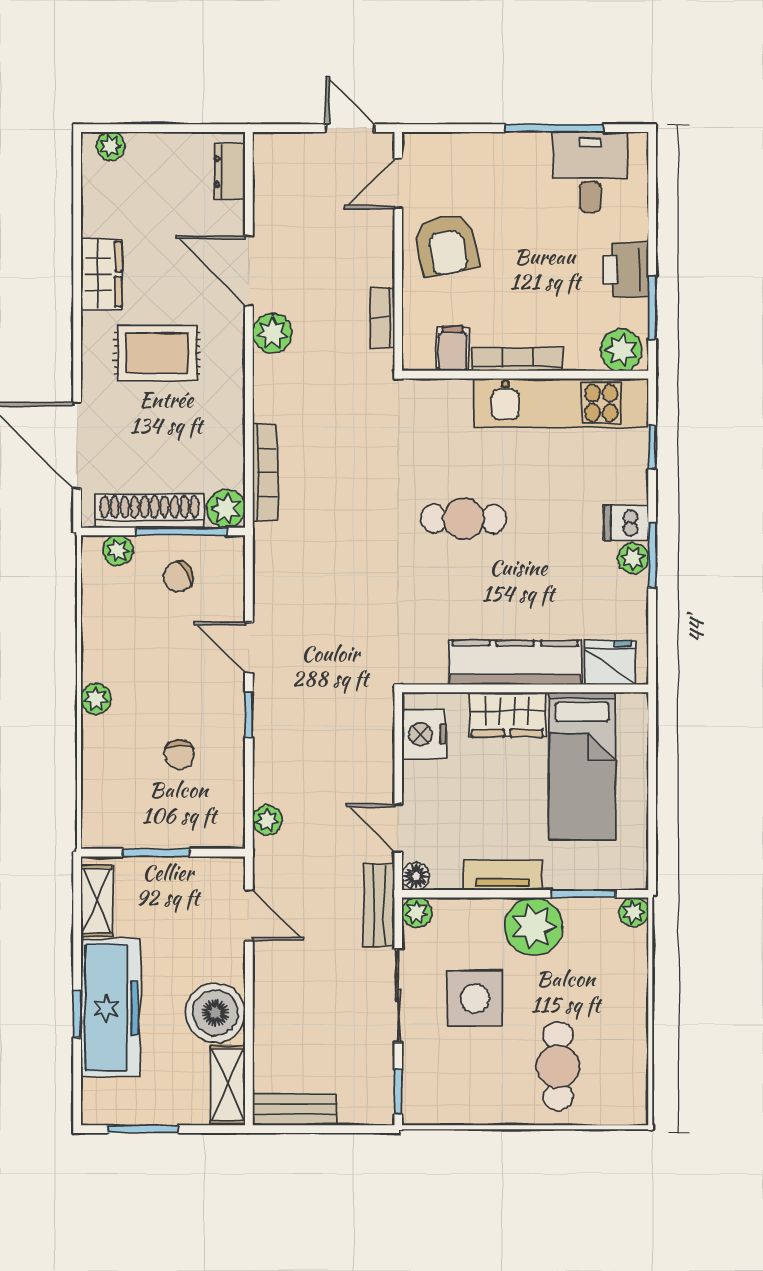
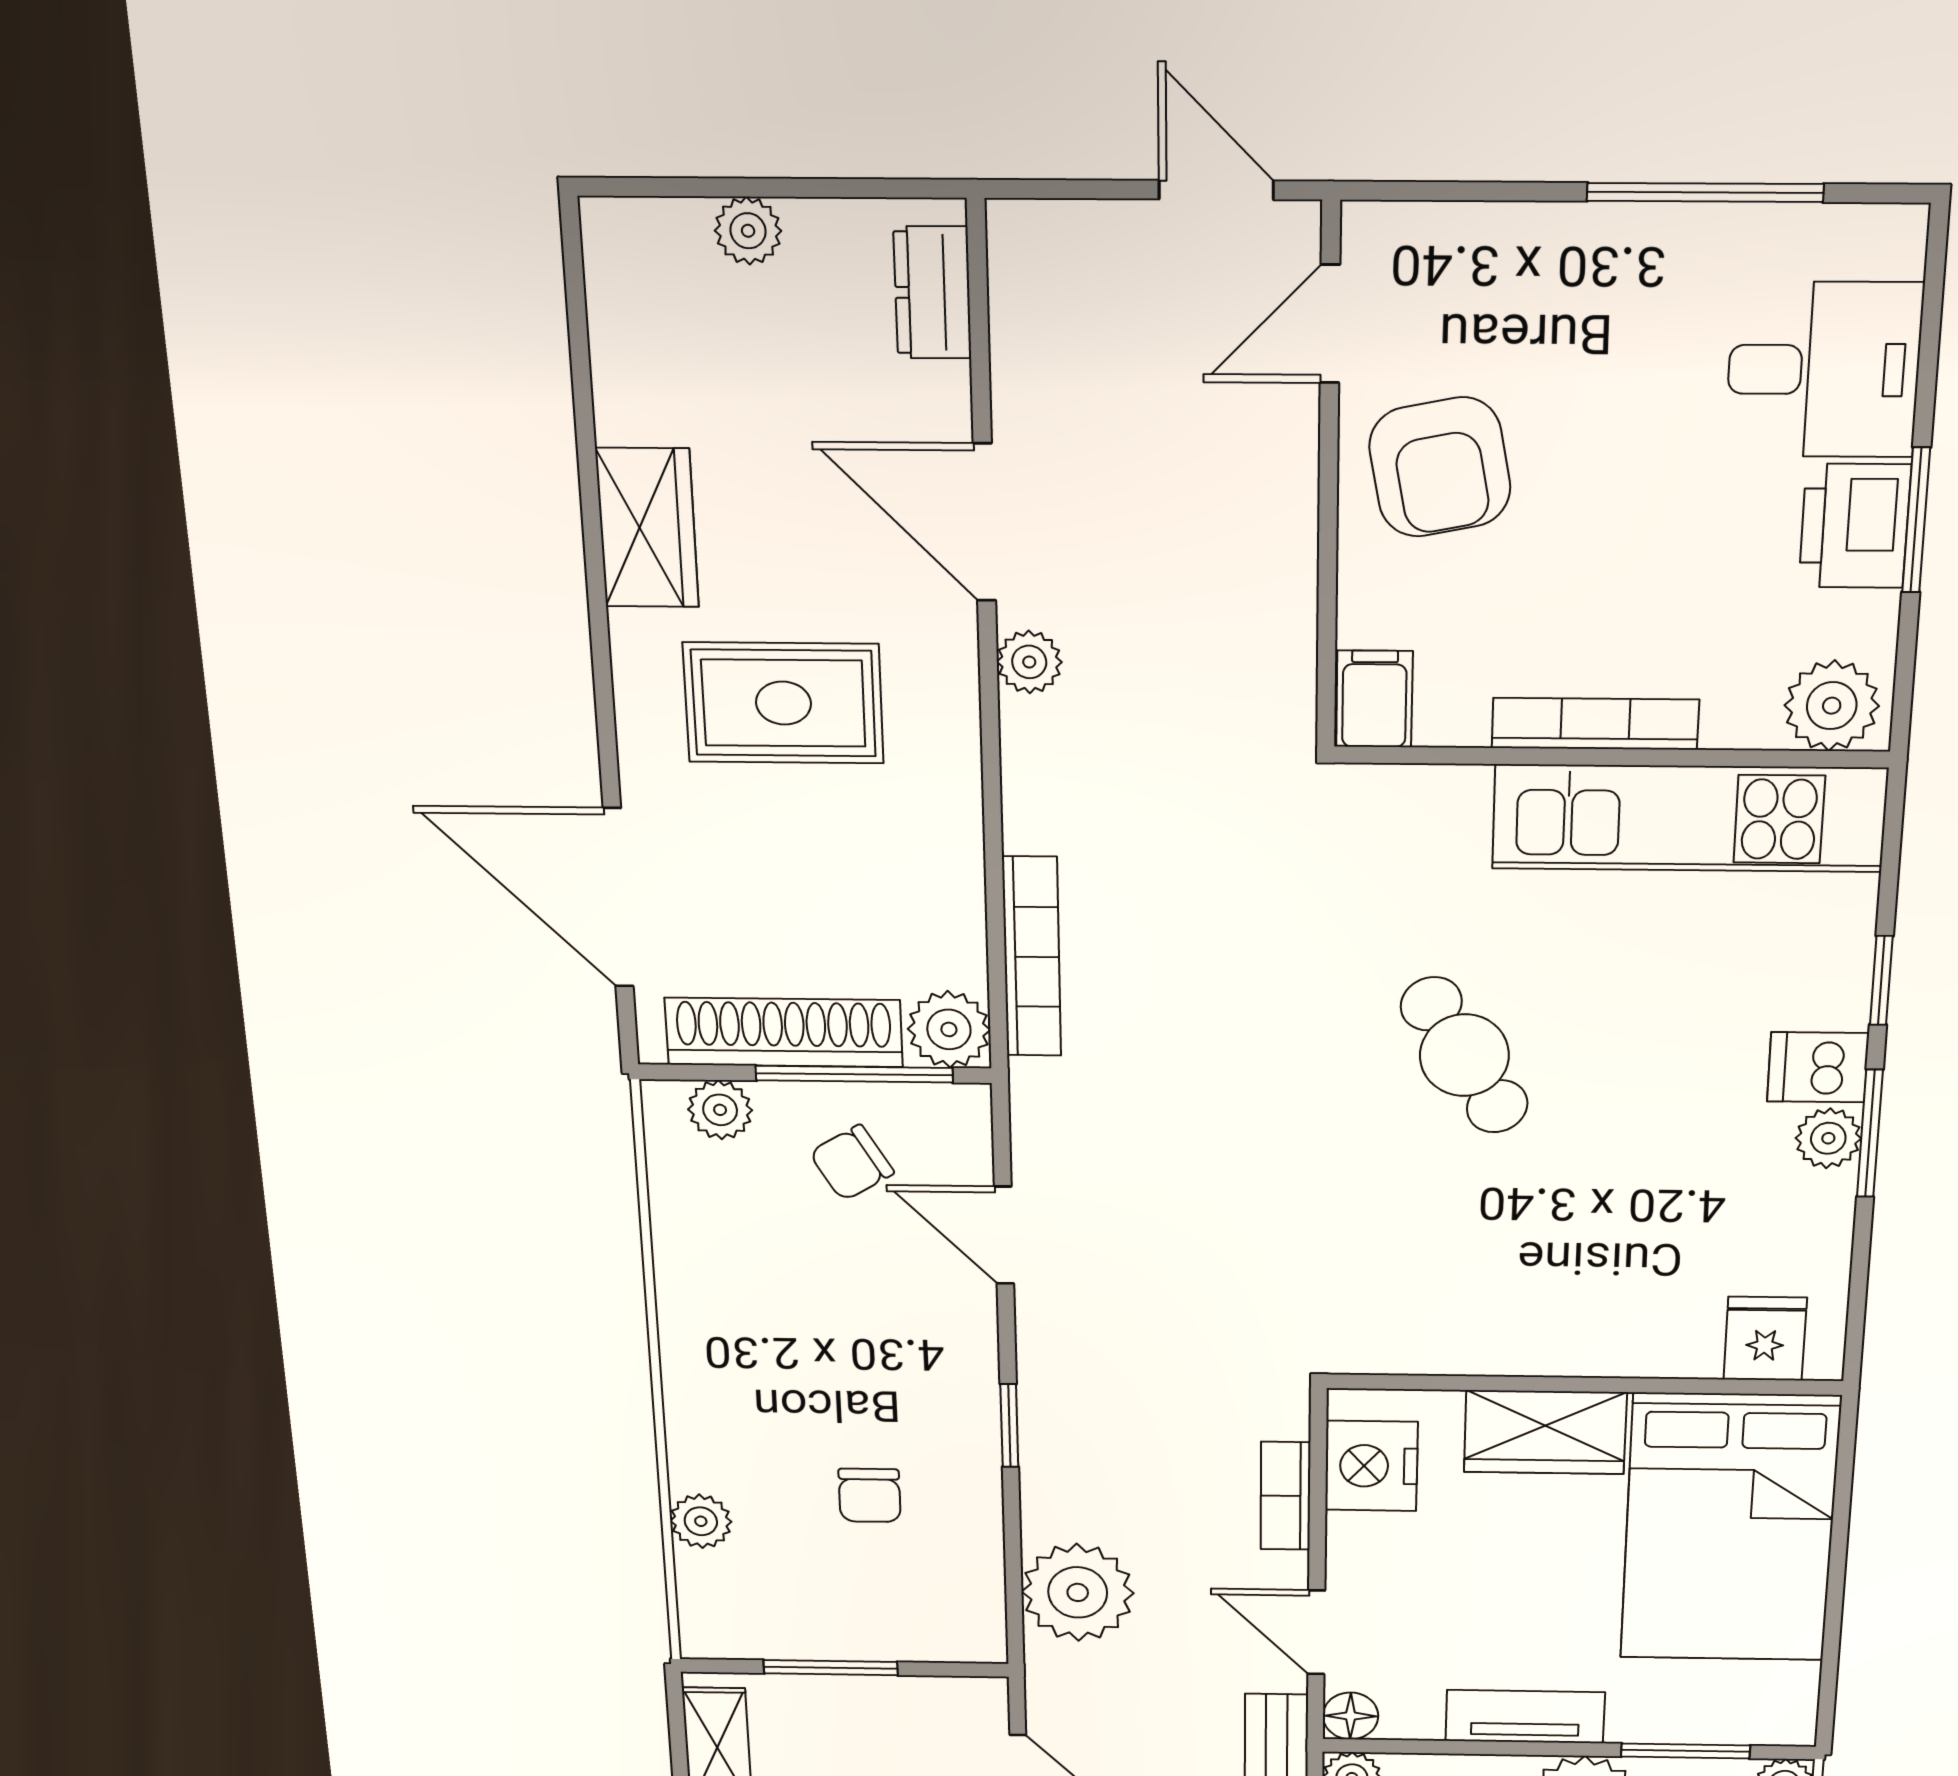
plant: (111, 146) -> (748, 231), moved
desk: (590, 172) -> (1824, 370), moved, turned 90
window: (652, 308) -> (1916, 520), moved
bookcase: (383, 318) -> (1286, 1496), moved
plant: (272, 333) -> (1029, 662), width x0.73, depth x0.73
filing cabinet: (453, 349) -> (1374, 699), moved
window: (652, 447) -> (1881, 981), moved
cafe table: (464, 519) -> (1464, 1055), turned 58
door: (249, 648) -> (1004, 1235), moved
kitchen counter: (515, 663) -> (1565, 1336), removed
fridge: (610, 663) -> (1765, 1339), width x0.72
plant: (96, 699) -> (701, 1521), moved
bed: (582, 766) -> (1729, 1528), width x1.50
plant: (267, 820) -> (1078, 1592), width x1.88, depth x1.88

